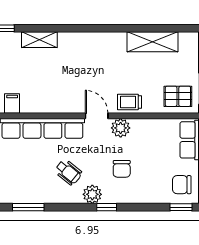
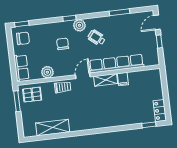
shelving: (39, 40) -> (106, 80), moved
filing cabinet: (12, 104) -> (123, 79), moved
door: (97, 116) -> (83, 76), swing flipped
plant: (121, 128) -> (47, 72), moved

